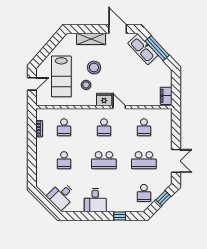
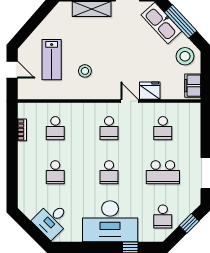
stool: (94, 67) -> (185, 56), moved
lab bench: (61, 76) -> (52, 60), width x0.73, depth x0.72
door: (32, 84) -> (12, 70), hinge flipped
fridge: (104, 100) -> (150, 91), moved
school desk: (104, 160) -> (109, 172), width x0.54
desk: (95, 200) -> (110, 221), width x1.87, depth x1.30

